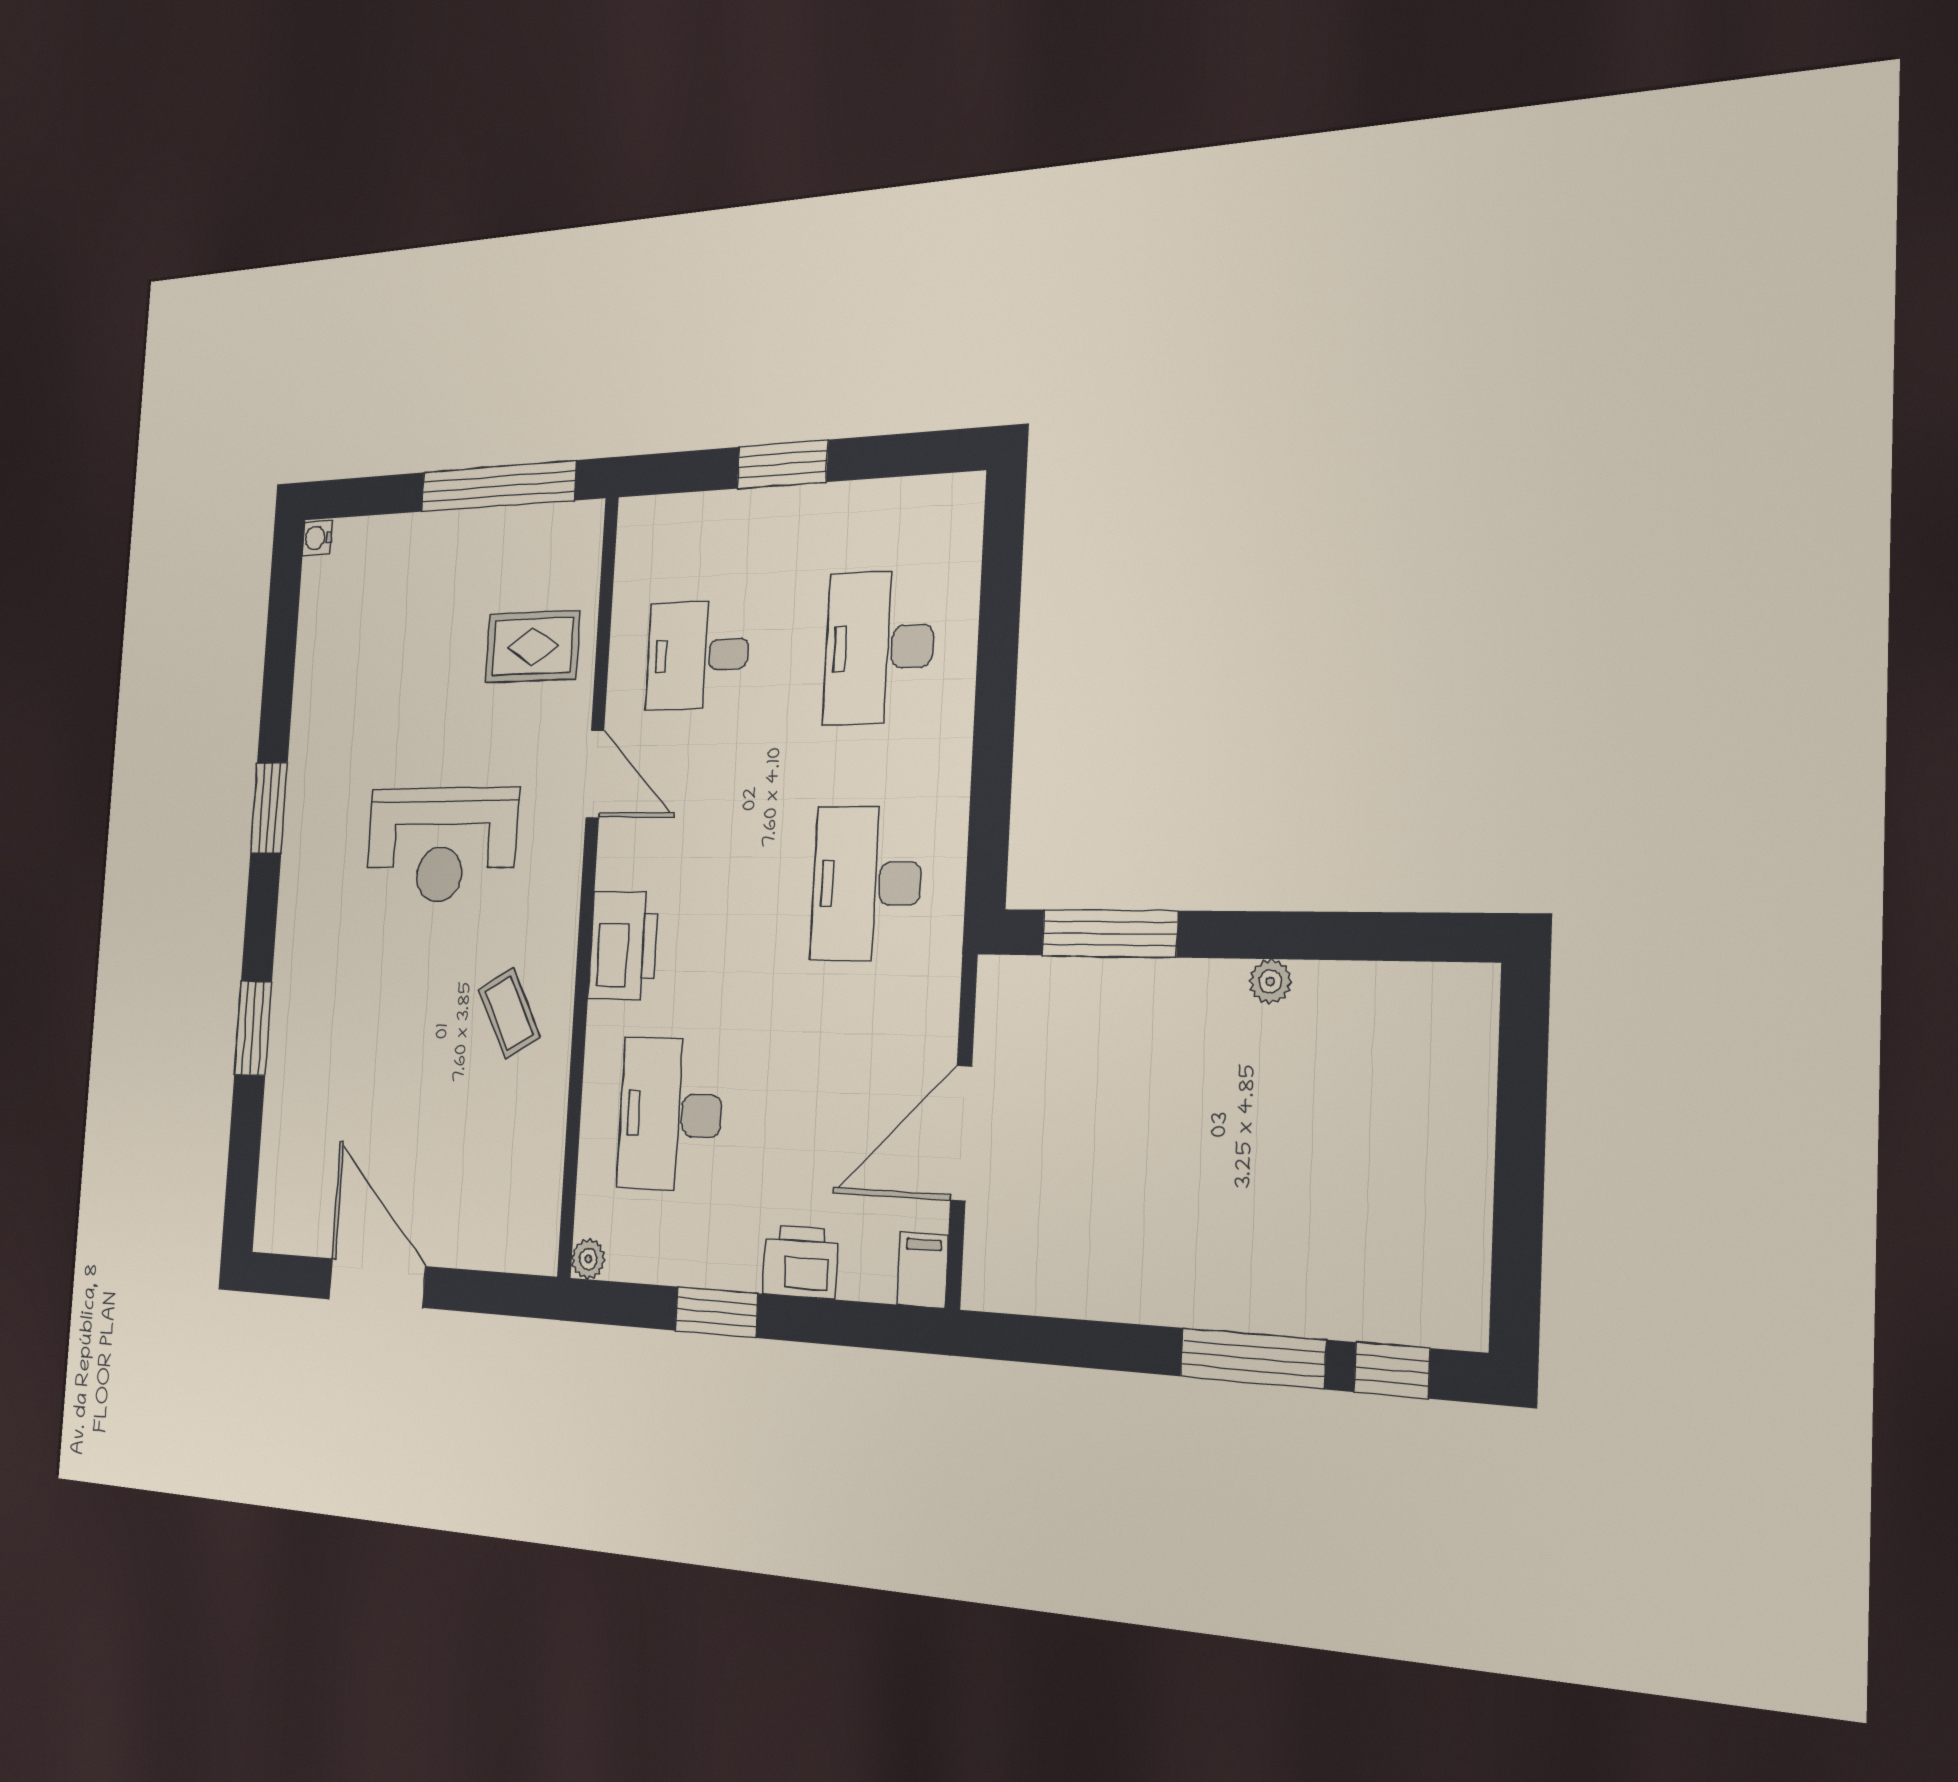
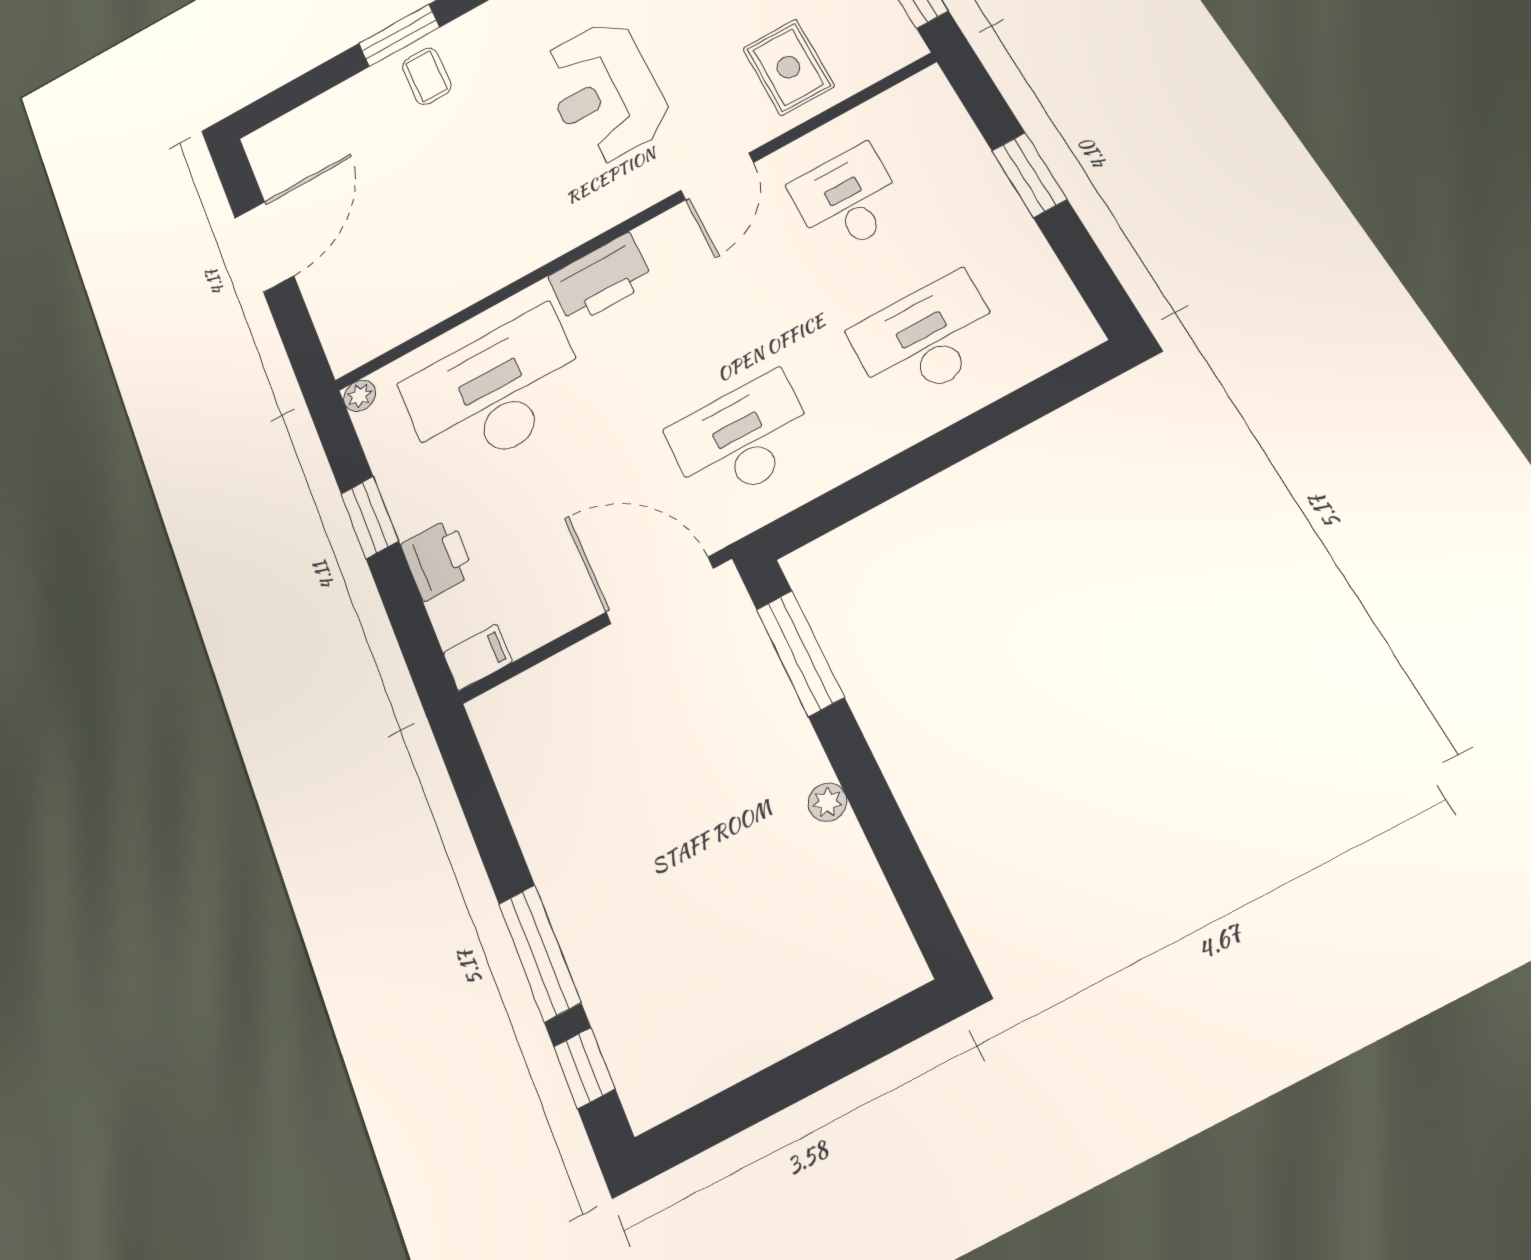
coffee table: (509, 1013) -> (427, 76), moved, turned -61
desk: (670, 1114) -> (495, 393), width x1.36, depth x1.30
door: (961, 1133) -> (660, 590), moved

